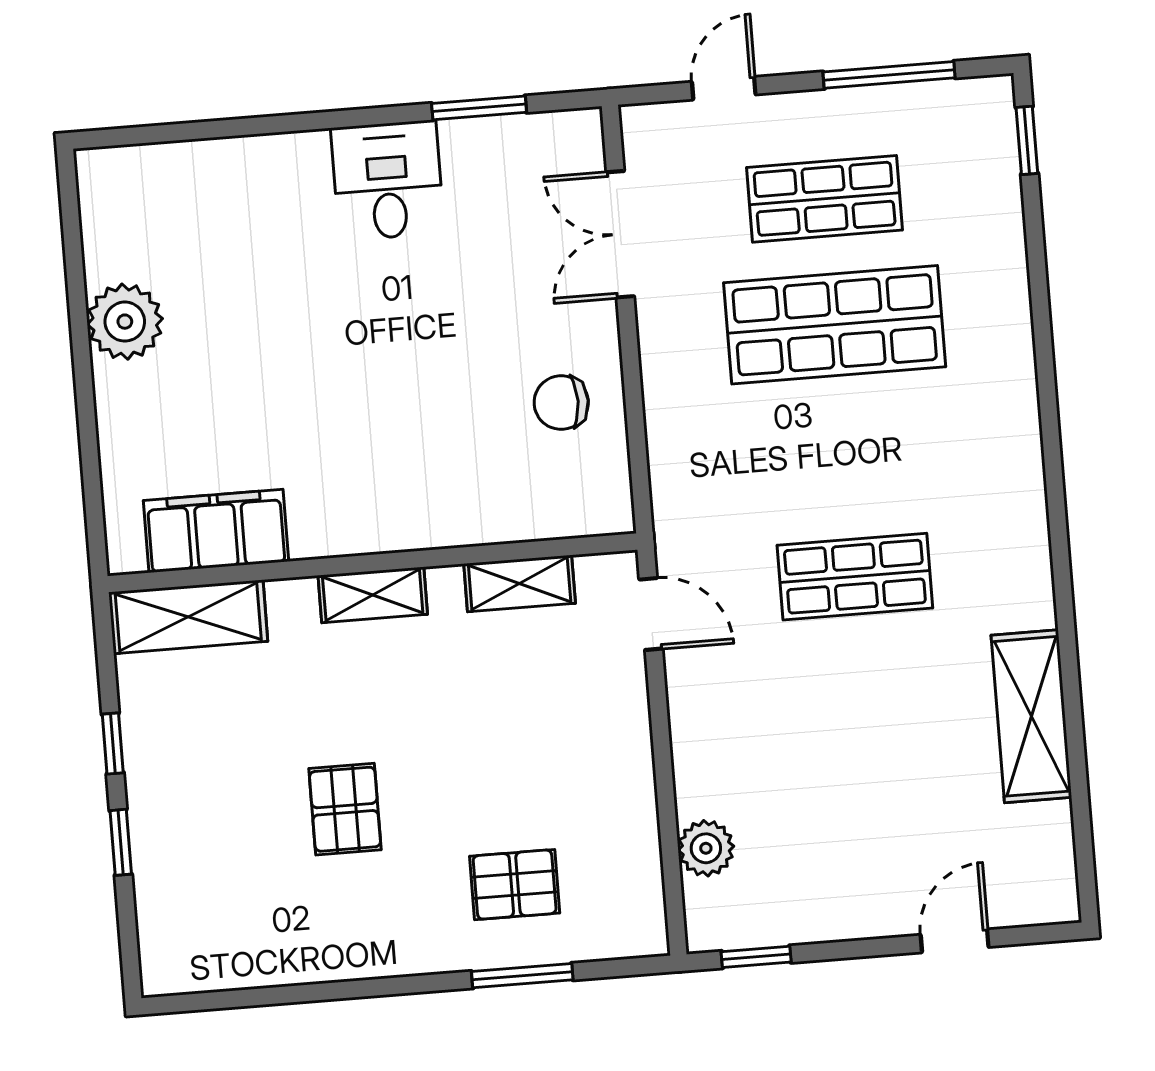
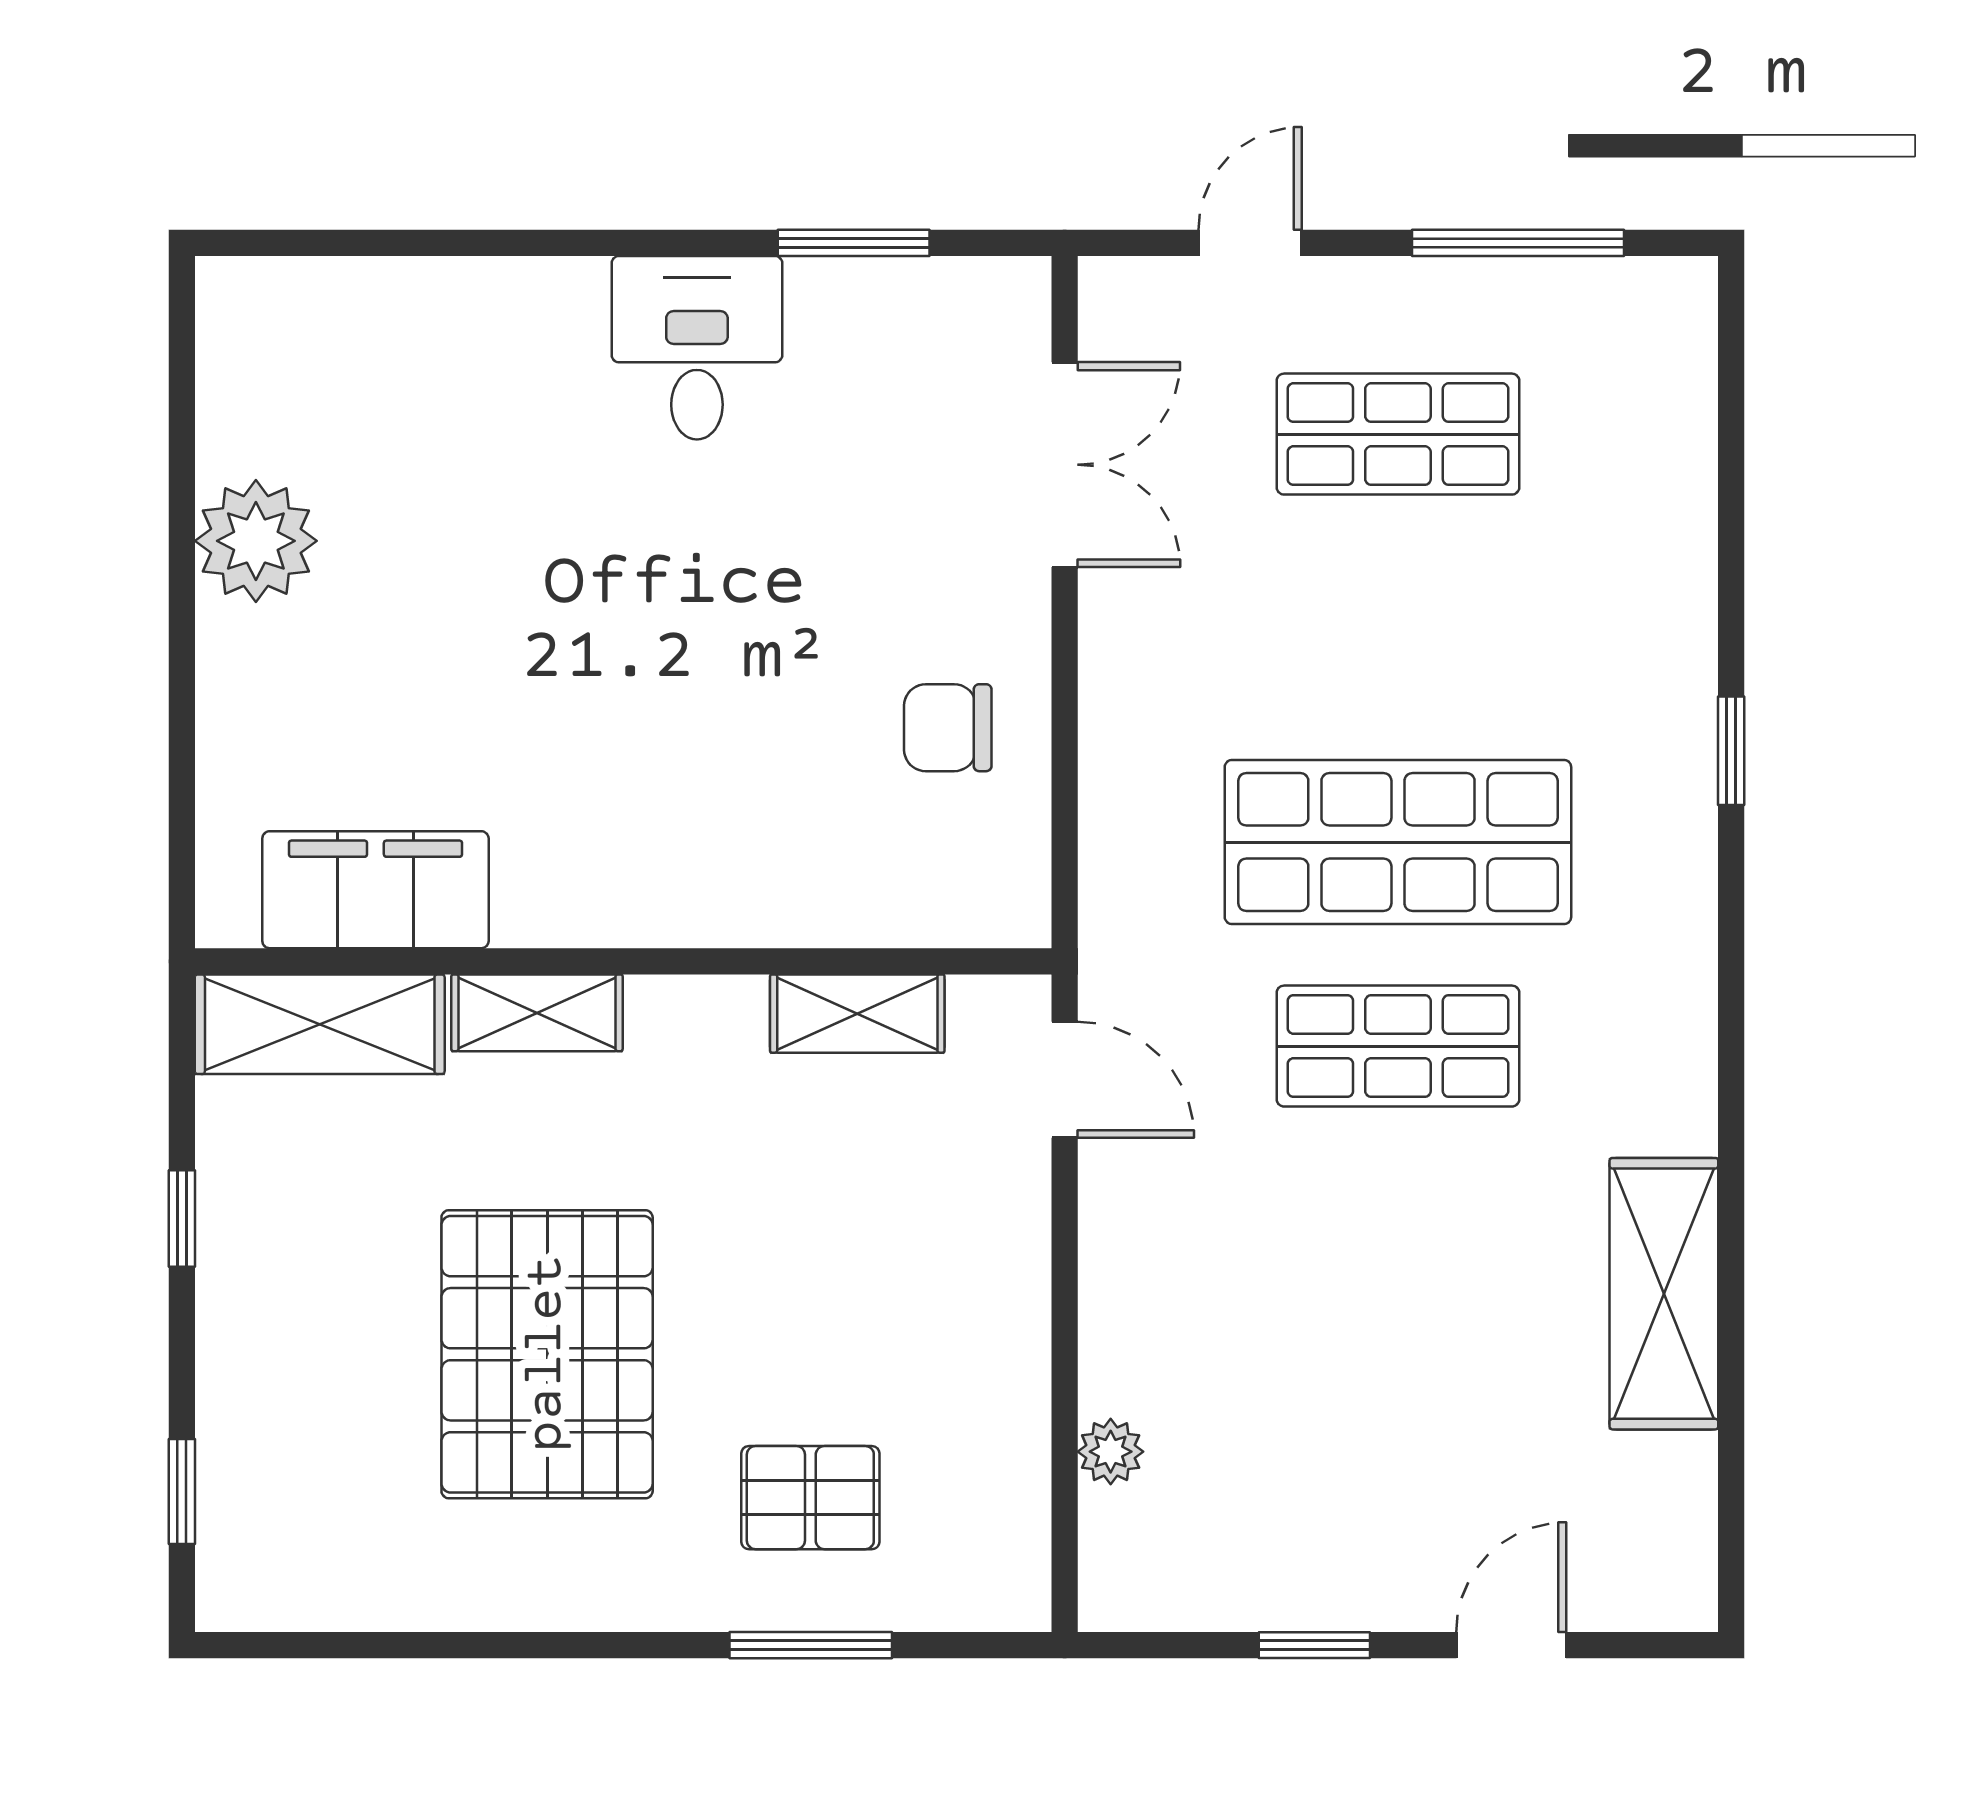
window: (1027, 140) -> (1731, 751), moved
double door: (620, 234) -> (1065, 465), swing flipped
shop shelf: (835, 325) -> (1398, 842), moved
shelving: (373, 595) -> (537, 1013), moved
pallet: (345, 809) -> (547, 1354), width x2.05, depth x2.00
window: (121, 842) -> (182, 1492), moved
plant: (706, 848) -> (1111, 1452), width x0.73, depth x0.73
window: (756, 957) -> (1314, 1645), moved

